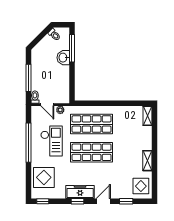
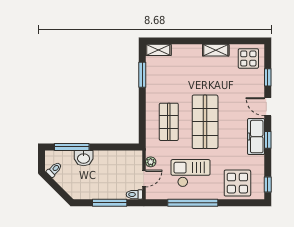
window: (128, 103) -> (142, 75), added
shop shelf: (92, 124) -> (169, 122), width x0.70, depth x0.74

